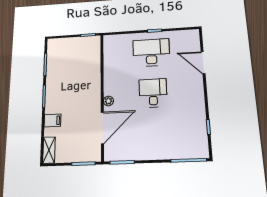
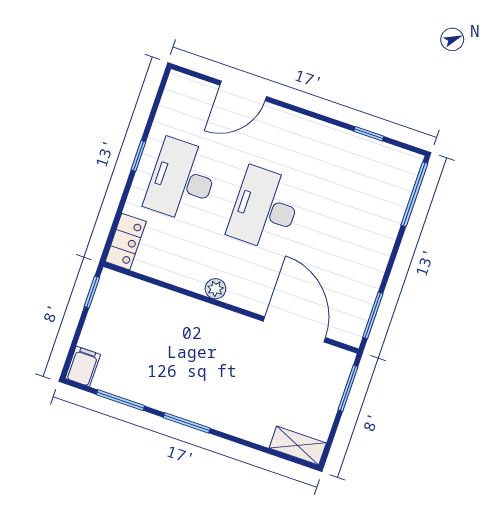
locker: (115, 40) -> (126, 242), added
desk: (153, 93) -> (265, 209), width x1.37
plant: (108, 101) -> (215, 289), moved
filing cabinet: (52, 120) -> (83, 366), moved

